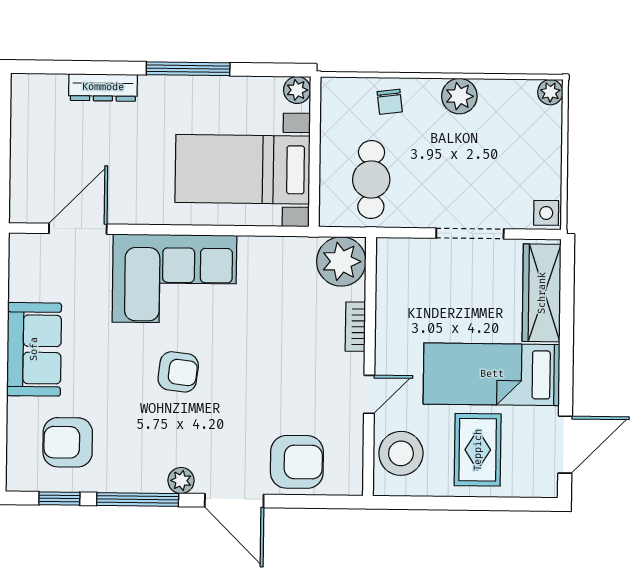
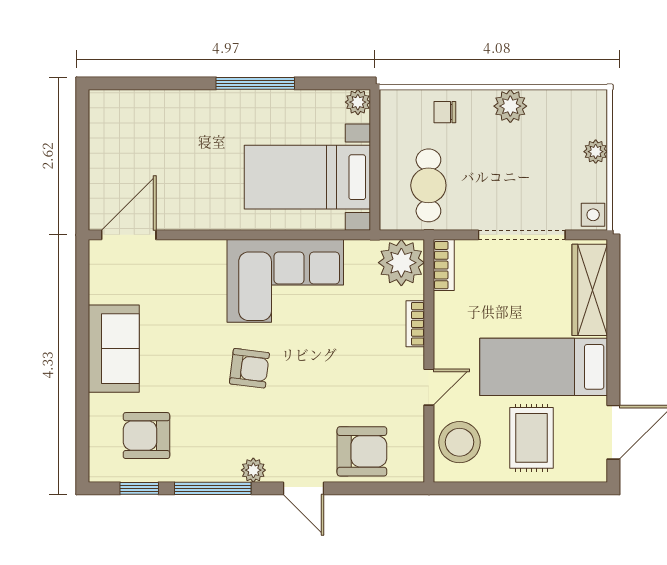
dresser: (103, 87) -> (176, 102), removed
plant: (550, 92) -> (596, 152), moved
chair: (390, 102) -> (445, 112), turned 97
door: (78, 229) -> (129, 235), moved
doorway: (470, 233) -> (522, 235), width x1.36
bookcase: (386, 265) -> (444, 265), added
corner sofa: (174, 279) -> (285, 281), moved
door: (234, 501) -> (303, 488), width x0.73

